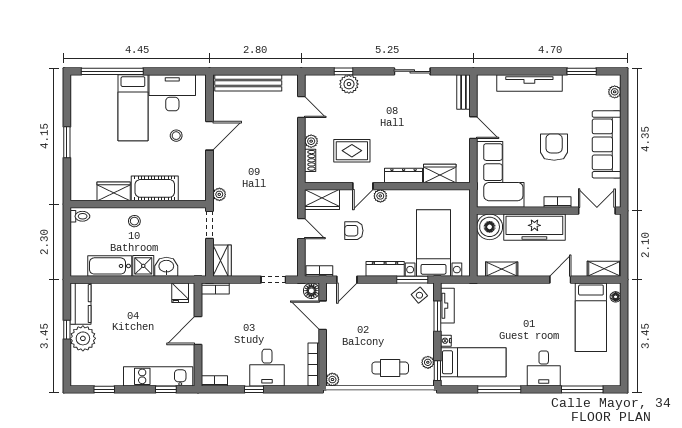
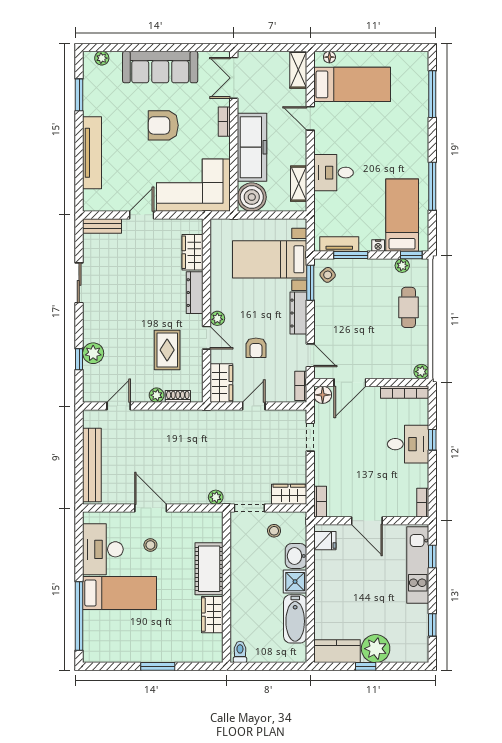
stool: (134, 221) -> (274, 531), moved
desk: (544, 368) -> (334, 173), moved, turned 180
window: (254, 389) -> (432, 440), moved

